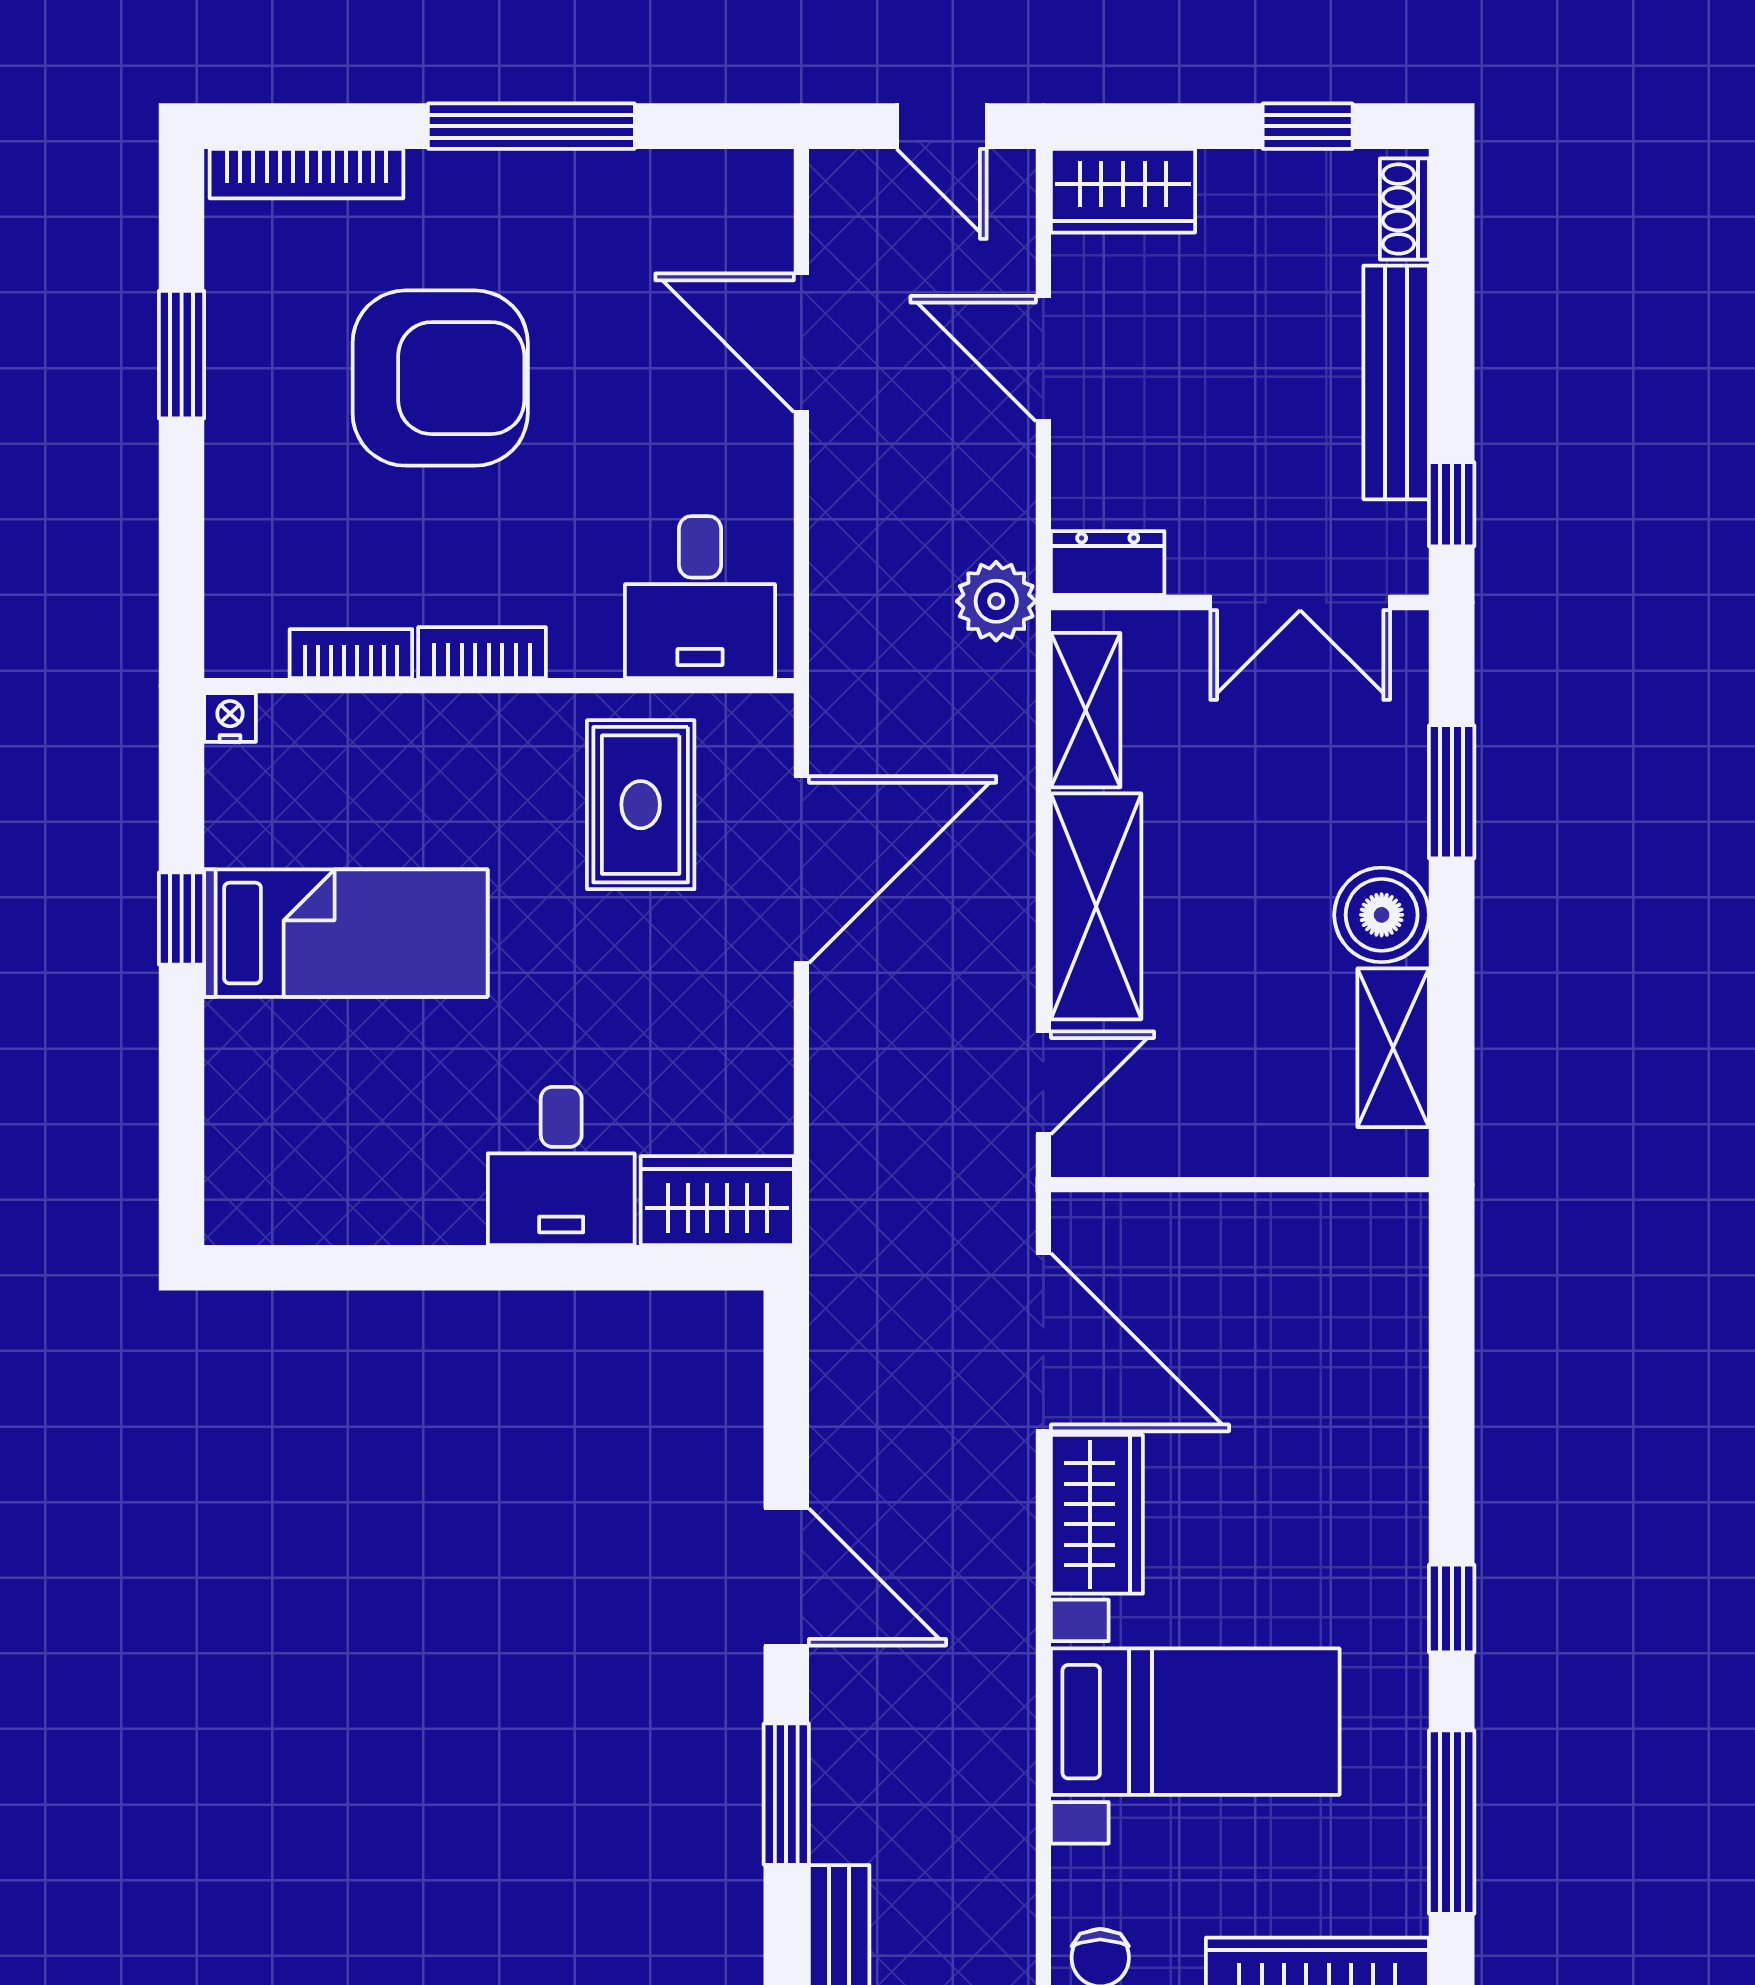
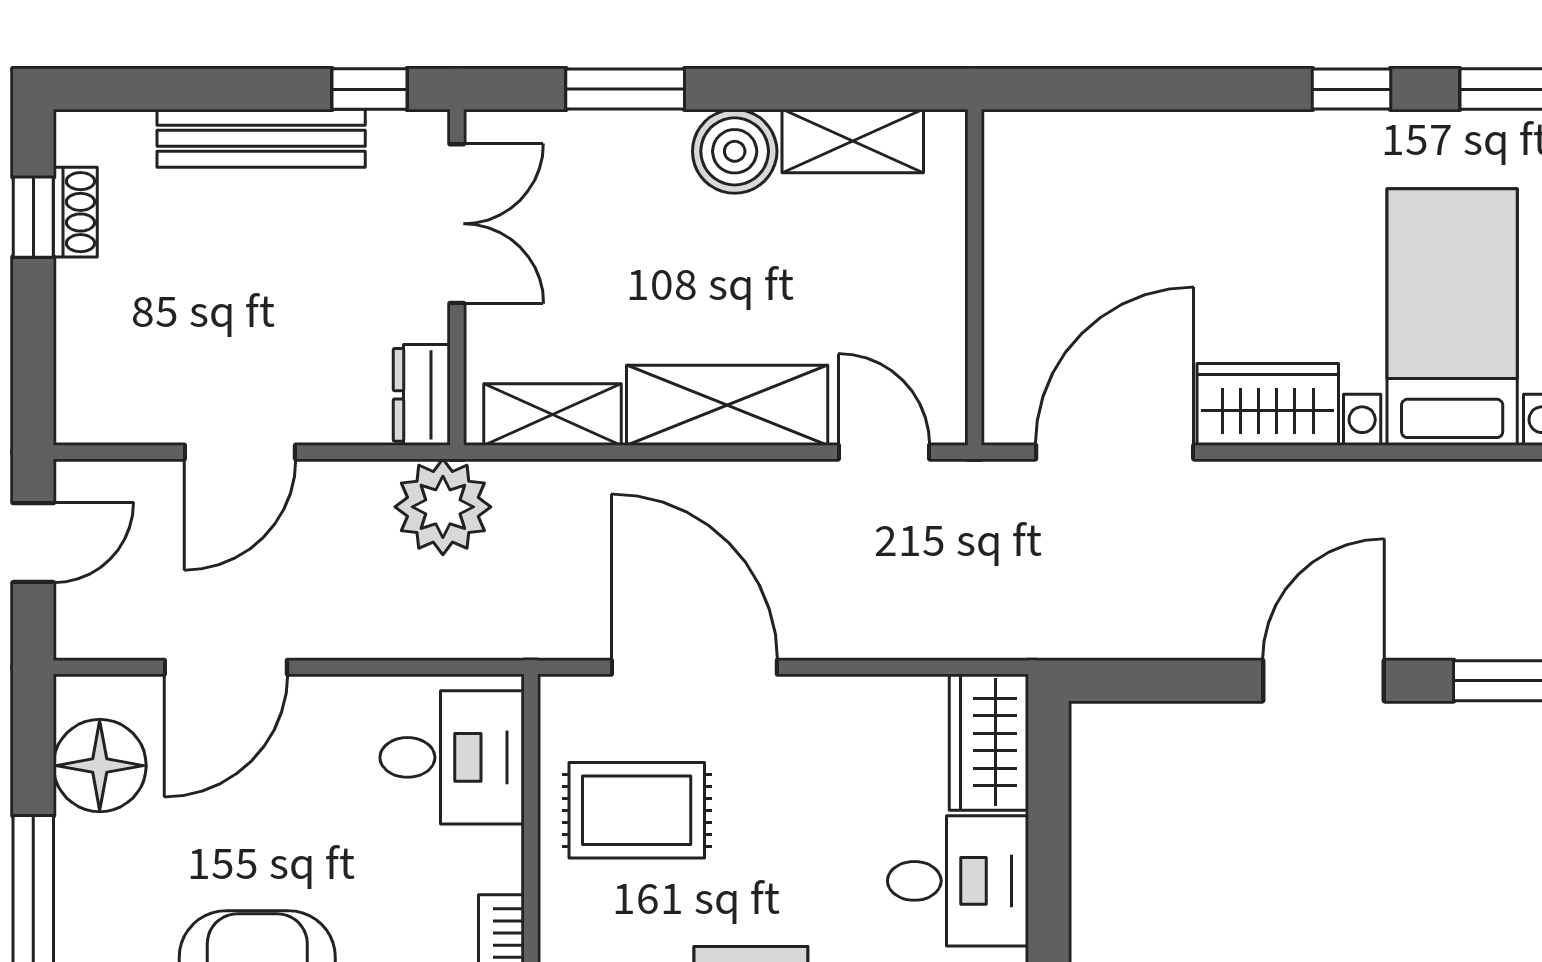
wardrobe: (1123, 191) -> (91, 381), removed
floor lamp: (691, 201) -> (100, 766), added
shoe rack: (1404, 209) -> (75, 212), moved, turned -90
plant: (996, 601) -> (443, 507), width x1.36, depth x1.36

